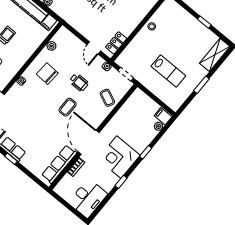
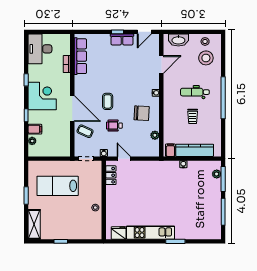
lab bench: (168, 71) -> (58, 186), width x1.36, depth x1.39
filing cabinet: (163, 116) -> (35, 129), moved
door: (89, 142) -> (72, 109), moved

